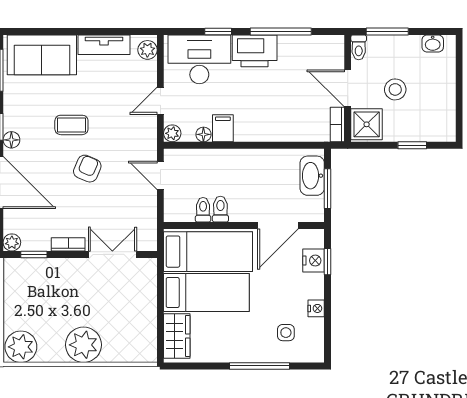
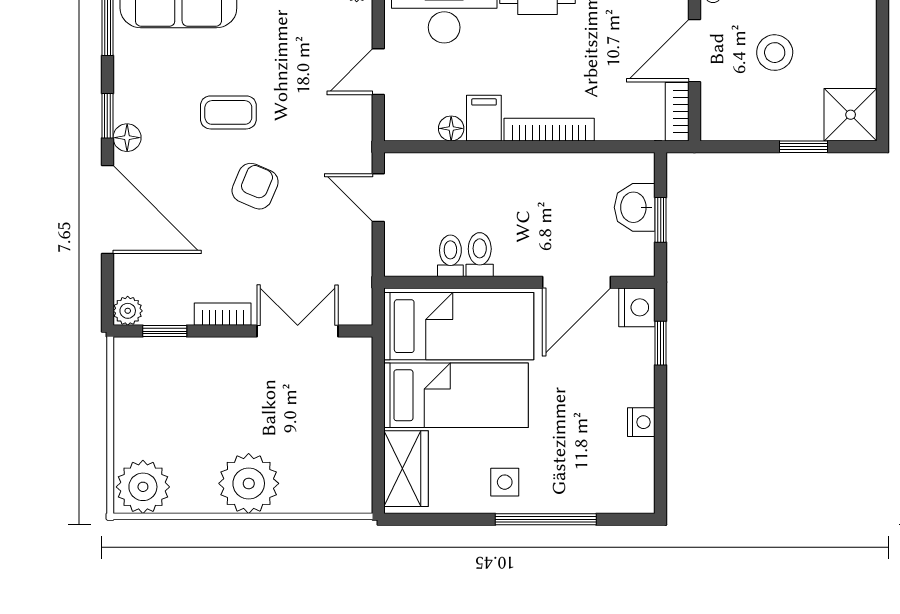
door: (348, 88) -> (694, 51), hinge flipped
shower: (367, 124) -> (851, 115), moved
plant: (172, 133) -> (398, 127), removed
bookcase: (262, 135) -> (549, 130), added
washbasin: (312, 176) -> (635, 207), width x0.72
window: (328, 189) -> (661, 220), width x0.67
nightstand: (314, 261) -> (637, 307), moved
side table: (286, 333) -> (505, 482), moved

